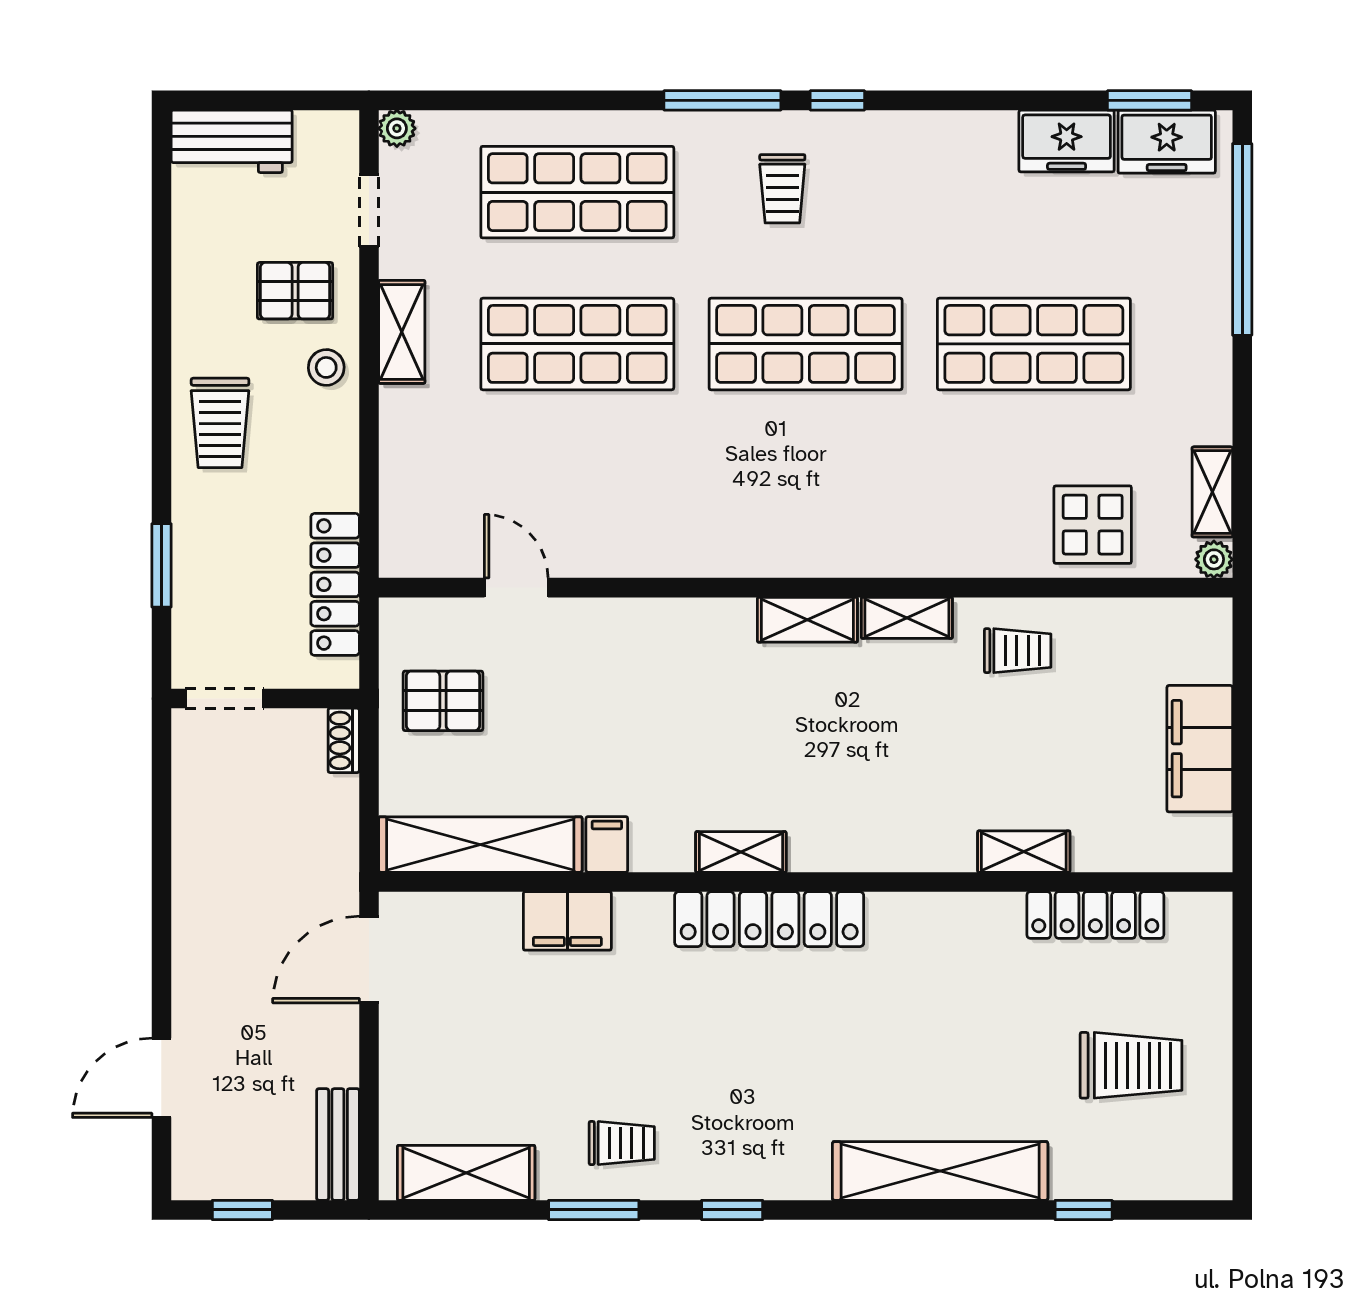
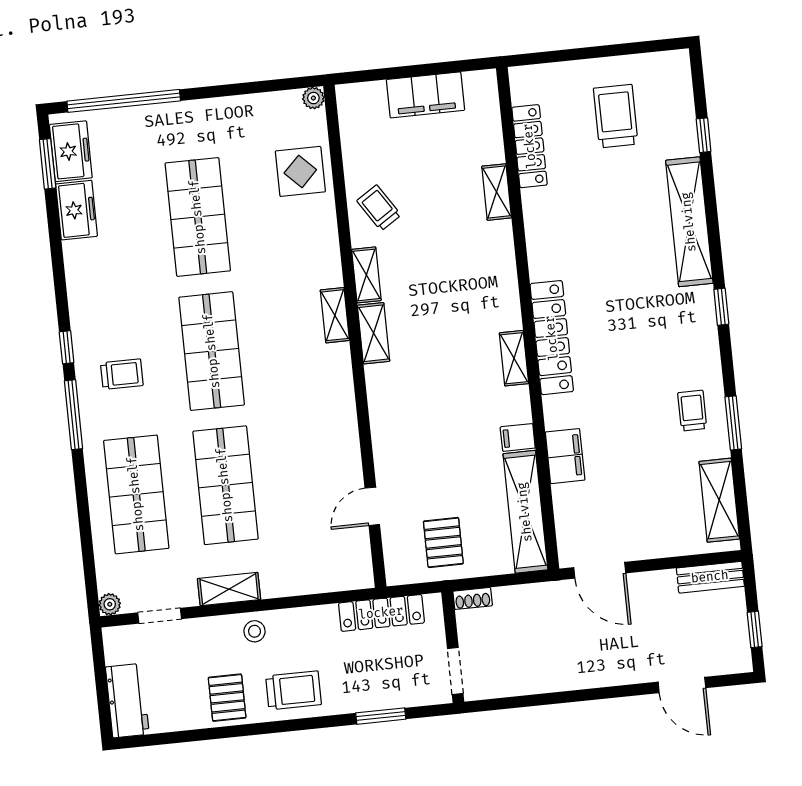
pallet: (295, 291) -> (227, 698), moved
shelving: (1212, 492) -> (335, 315), moved, turned 90
trolley: (1018, 651) -> (379, 208), turned -33
window: (732, 1210) -> (721, 307), moved

